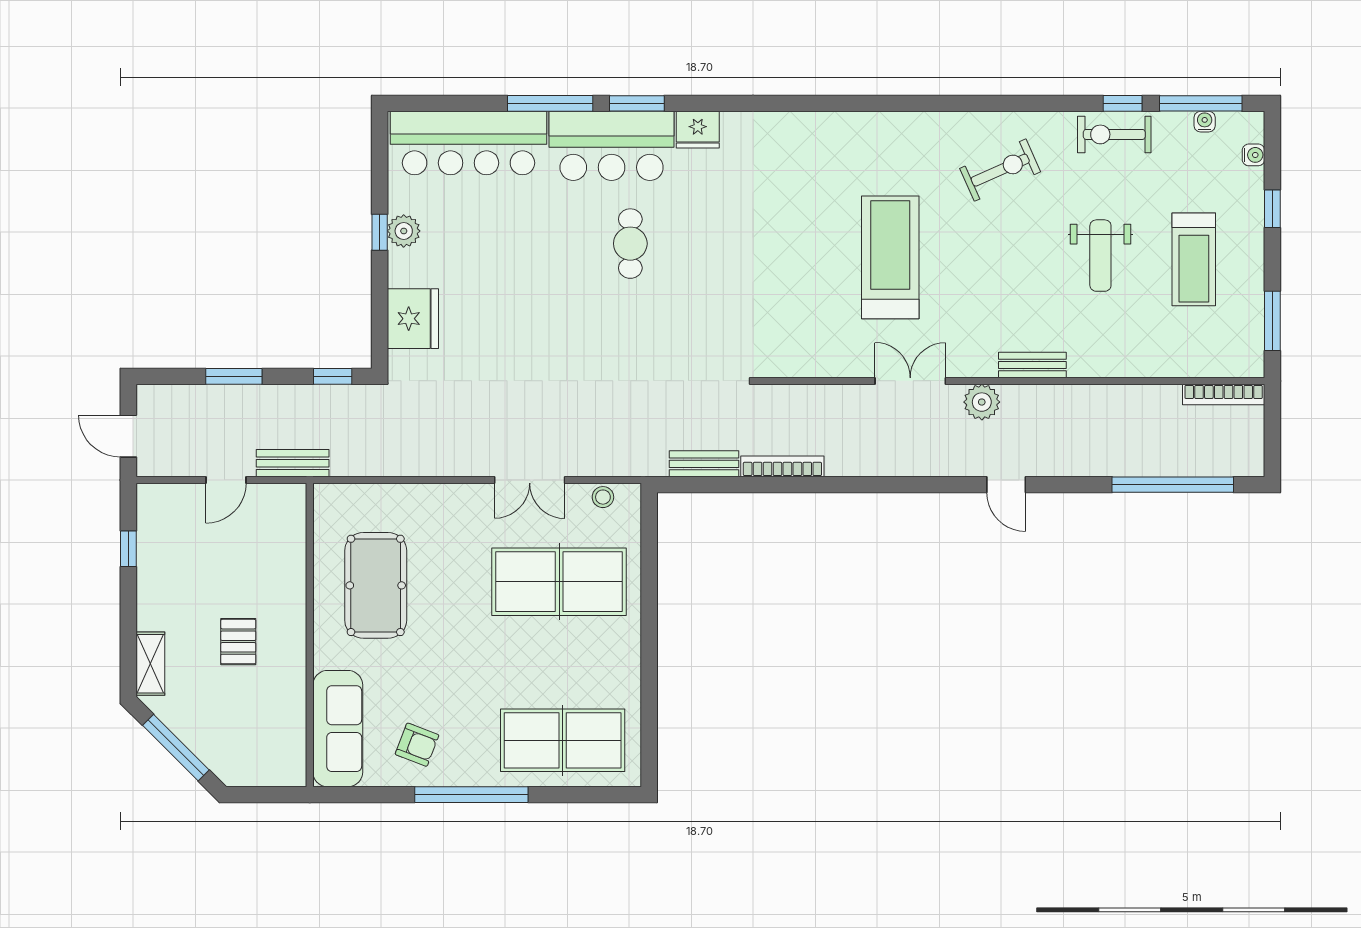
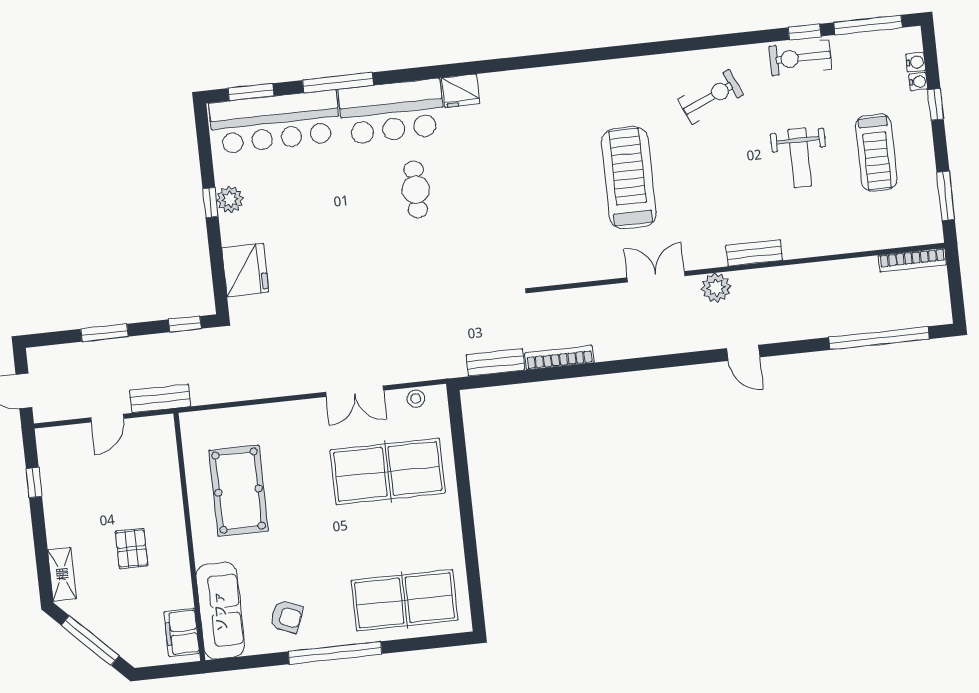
window: (637, 103) -> (251, 92), moved
water cooler: (1205, 122) -> (918, 82), moved, turned 90
filing cabinet: (288, 750) -> (182, 633), added

